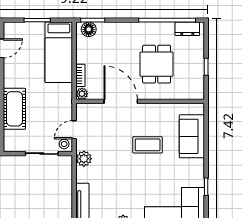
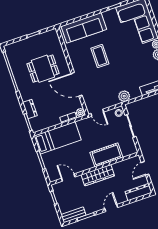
floor lamp: (89, 29) -> (35, 123), removed
dresser: (187, 29) -> (30, 109), moved
door: (121, 101) -> (77, 84), hinge flipped
door: (74, 130) -> (97, 113), moved
sofa: (192, 136) -> (84, 28), width x1.36

